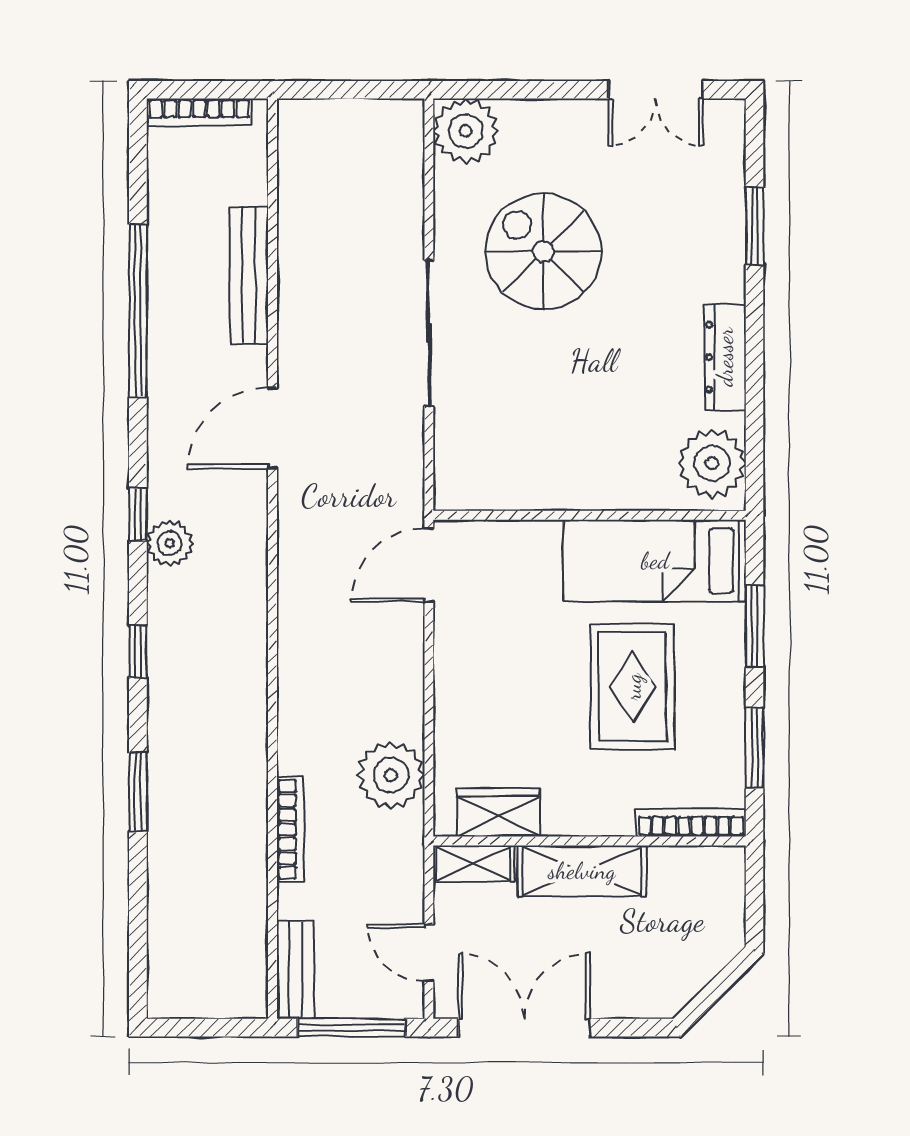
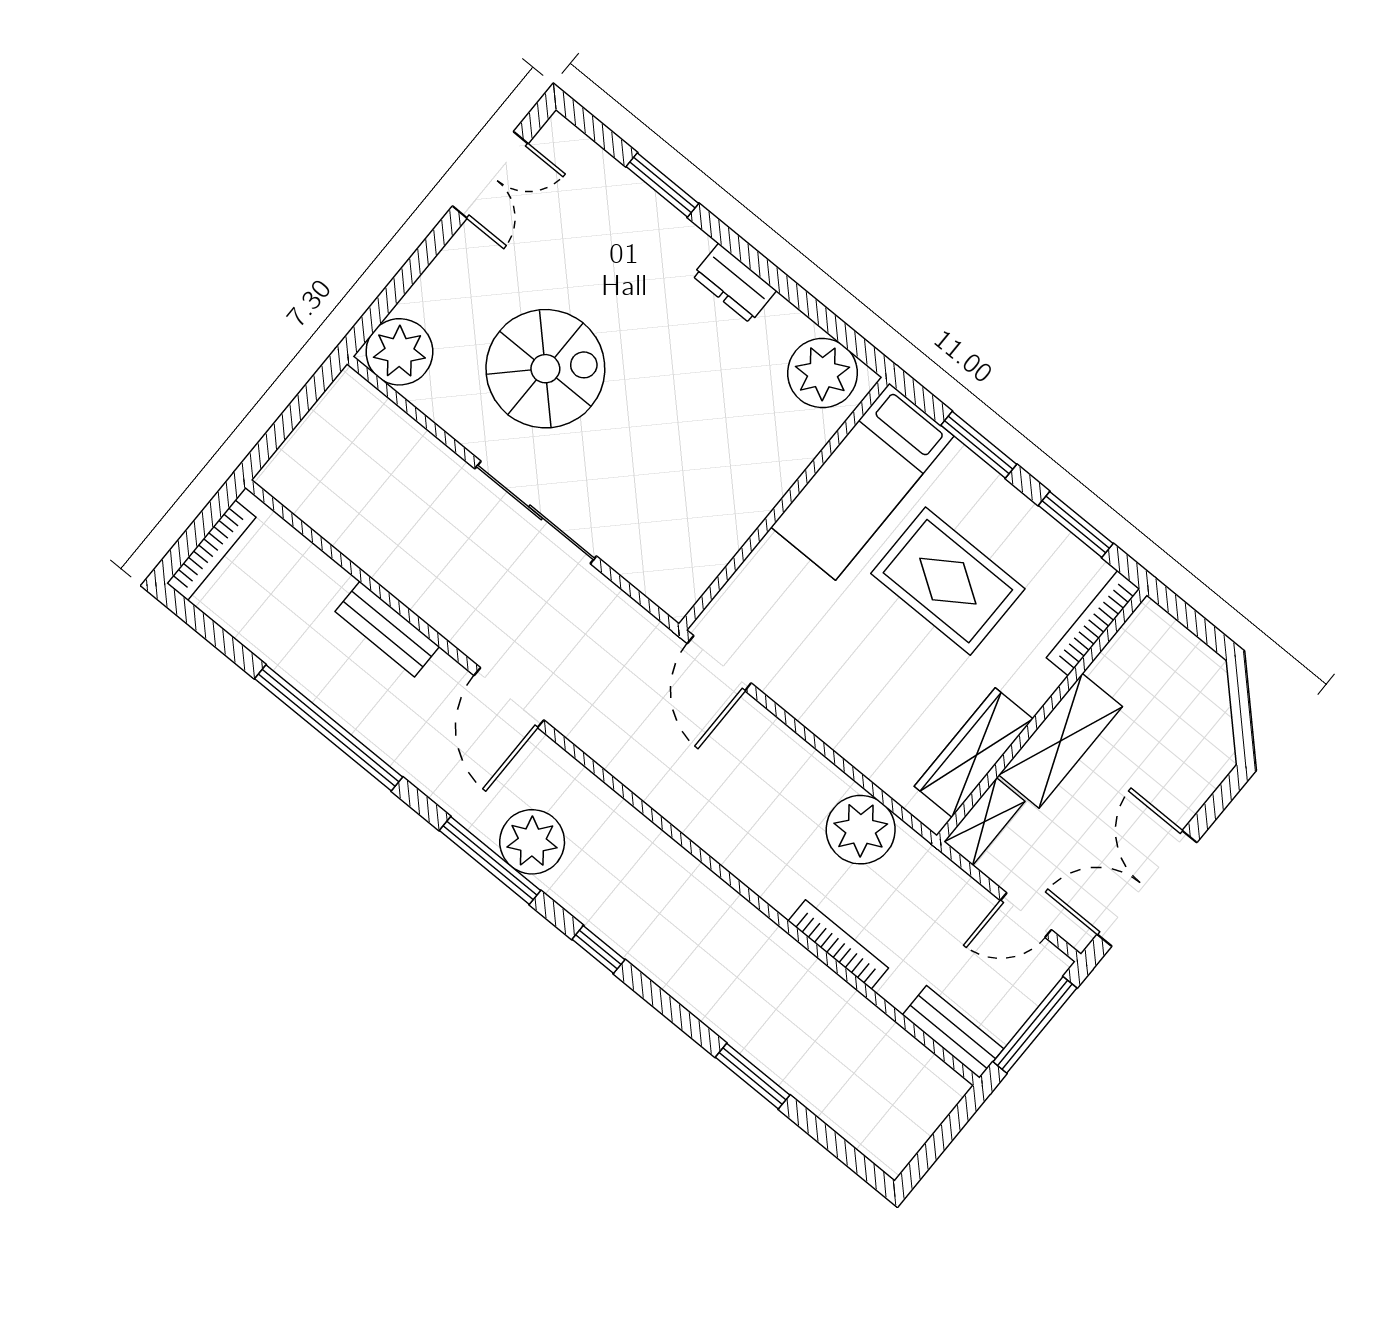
spiral stairs: (543, 251) -> (545, 369), turned 180
bench: (249, 275) -> (387, 629), width x0.73
dresser: (725, 357) -> (734, 283), width x0.70
window: (138, 515) -> (490, 861), width x2.17
plant: (170, 543) -> (532, 842), width x1.36, depth x1.36
window: (138, 792) -> (753, 1076), moved
wardrobe: (498, 813) -> (974, 753), width x1.50

